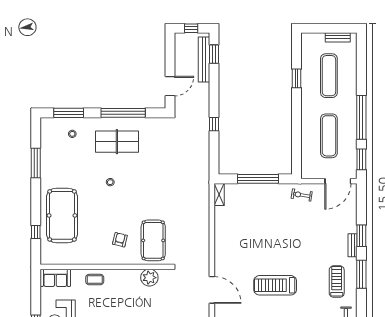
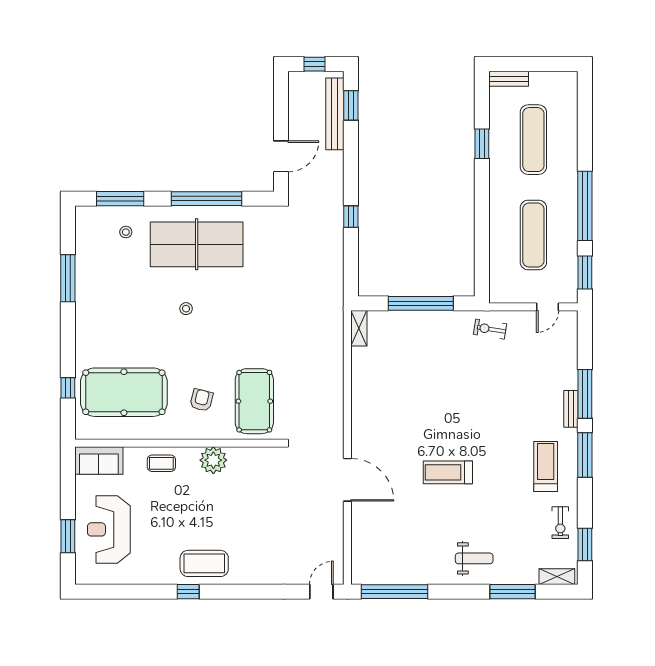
bench: (338, 37) -> (509, 79), moved
table tennis table: (117, 142) -> (197, 244), width x1.36, depth x1.32
door: (338, 181) -> (548, 307), width x0.53
pool table: (62, 215) -> (124, 392), moved, turned 90
window: (361, 236) -> (585, 394), width x1.44
plant: (149, 278) -> (213, 460), moved
treadmill: (275, 285) -> (448, 472), width x0.73, depth x0.73

